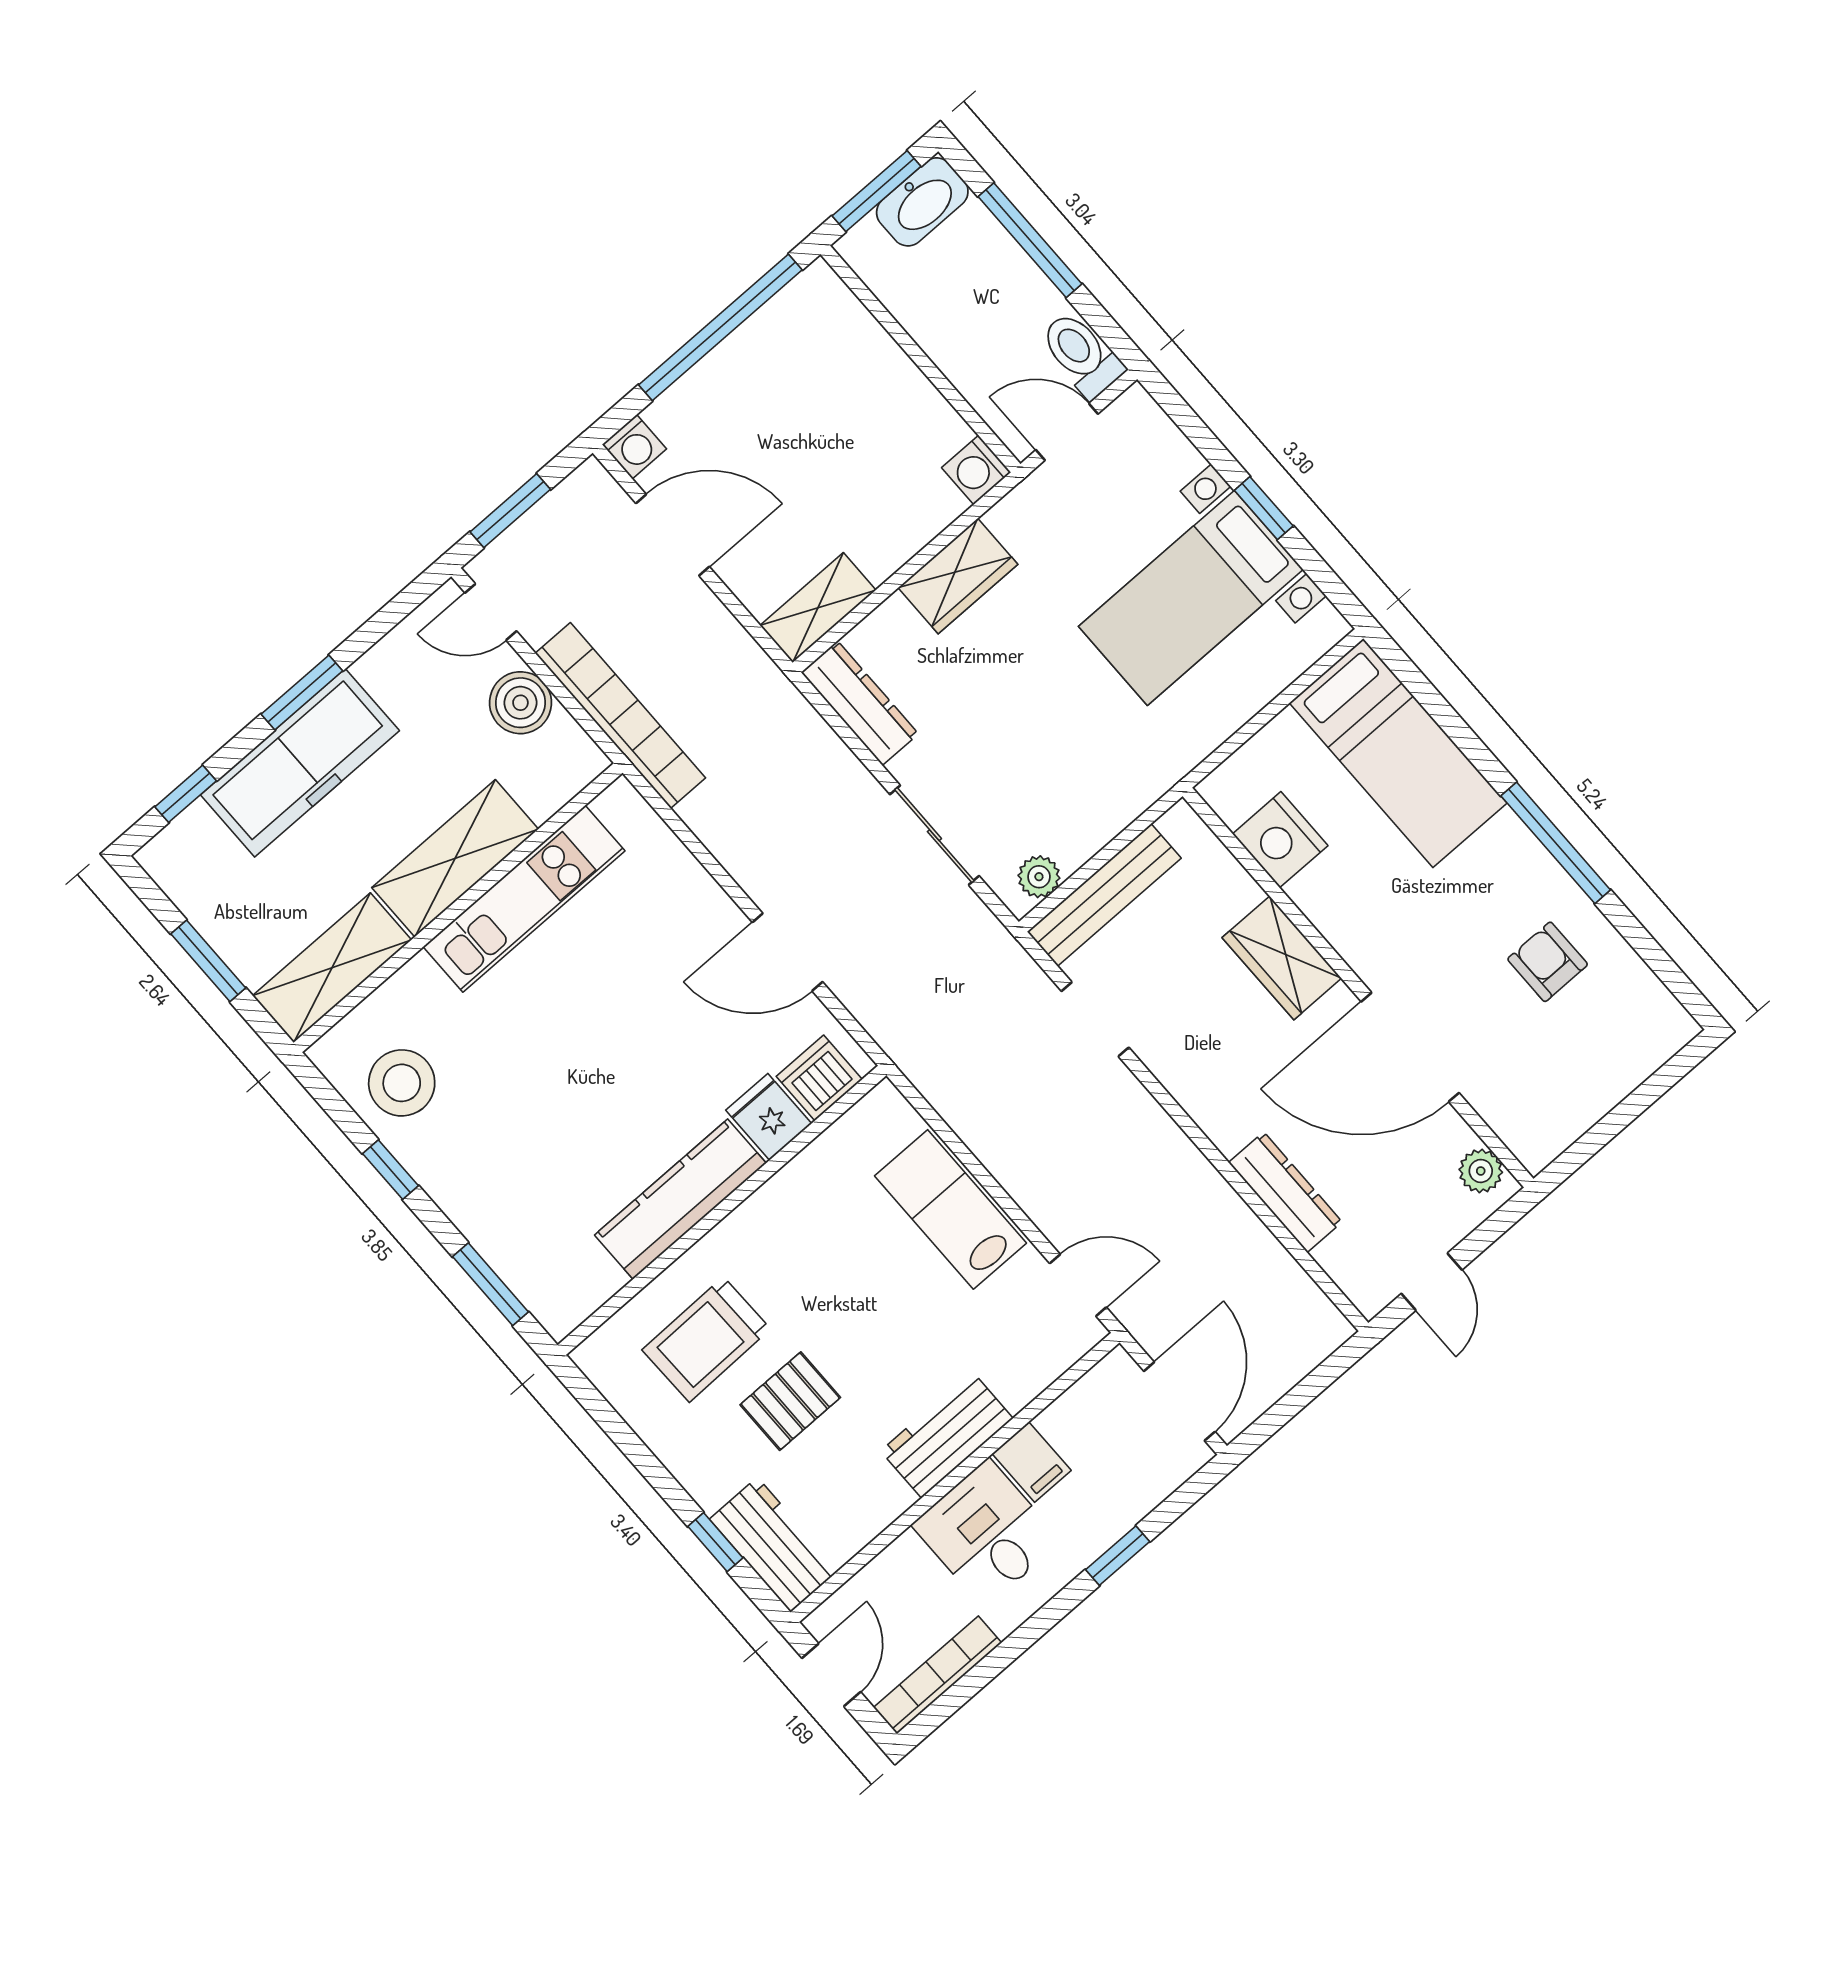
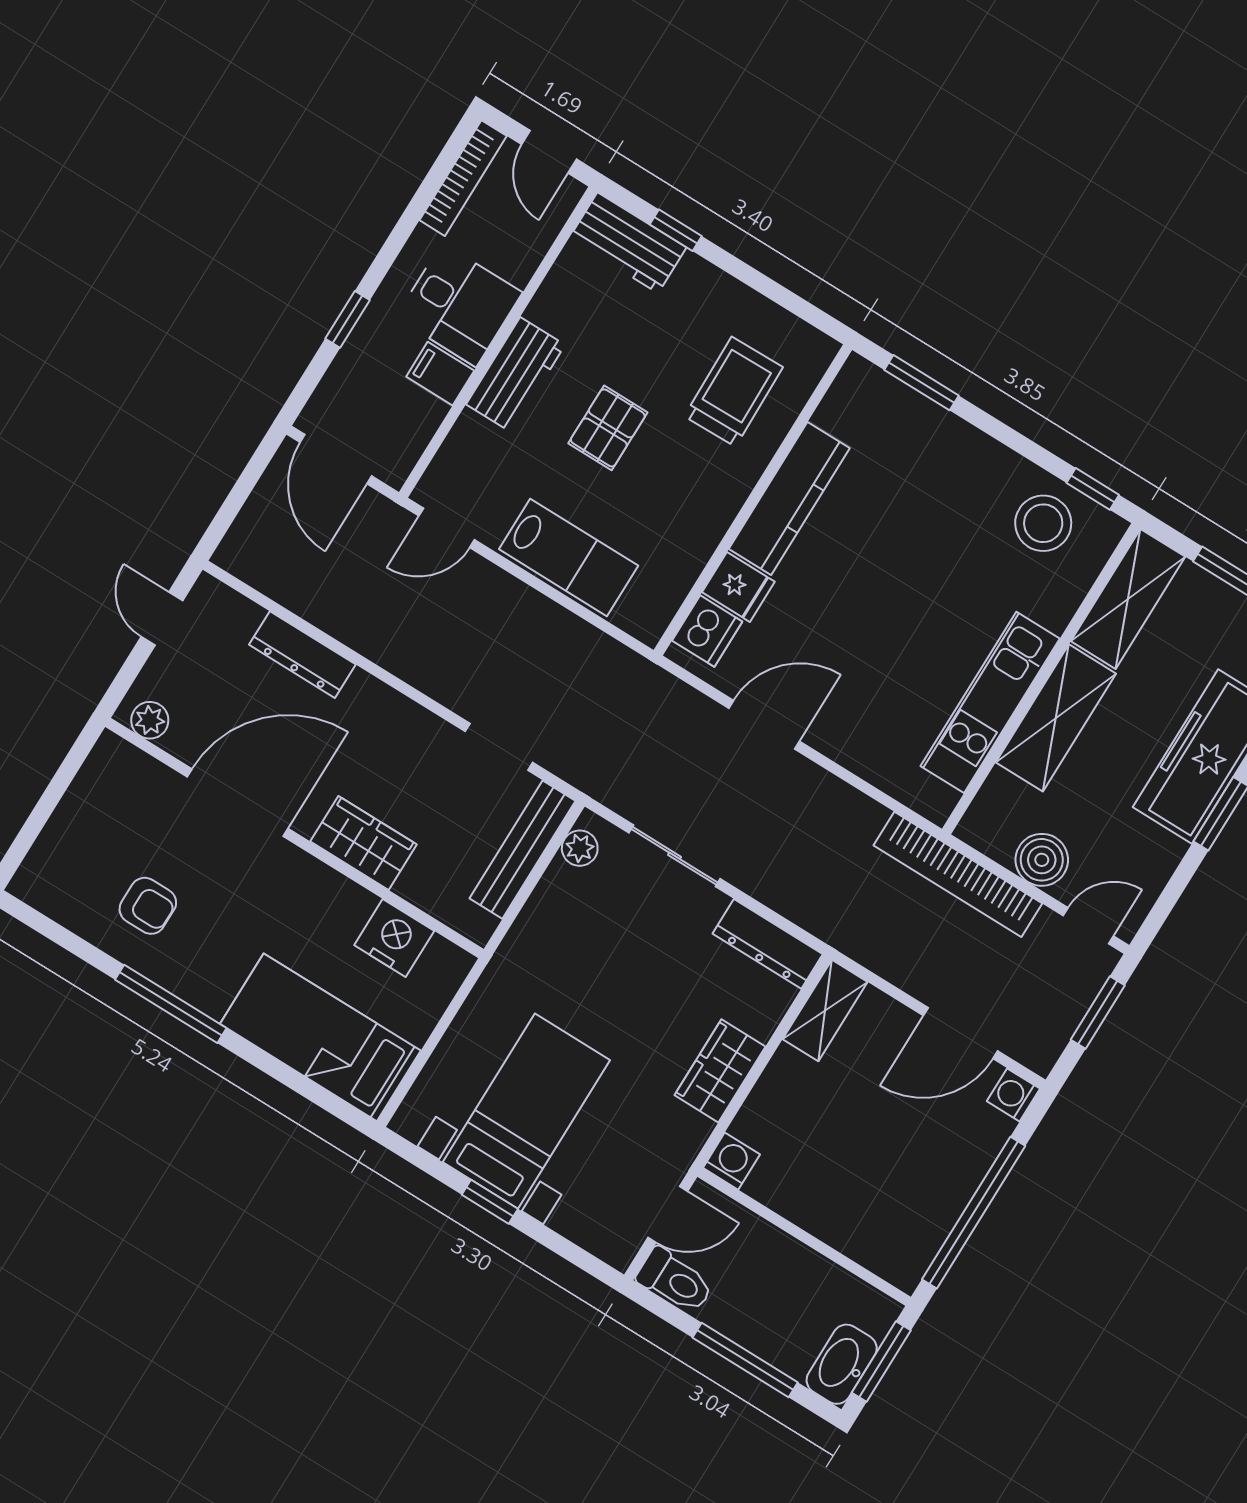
window: (390, 1170) -> (1093, 489), moved
pallet: (790, 1401) -> (608, 428), moved

